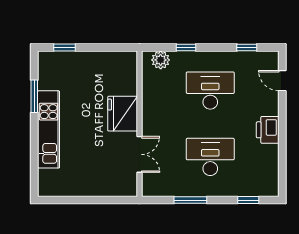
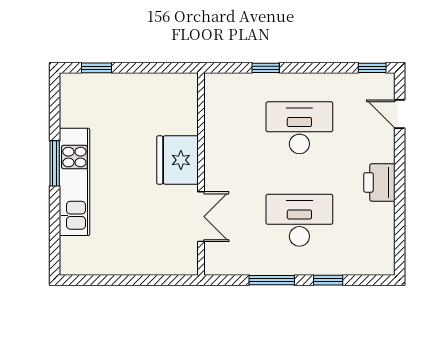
window: (247, 47) -> (372, 68), moved
plant: (161, 60) -> (230, 85), removed
window: (34, 96) -> (55, 163), moved
window: (248, 200) -> (328, 280), moved

